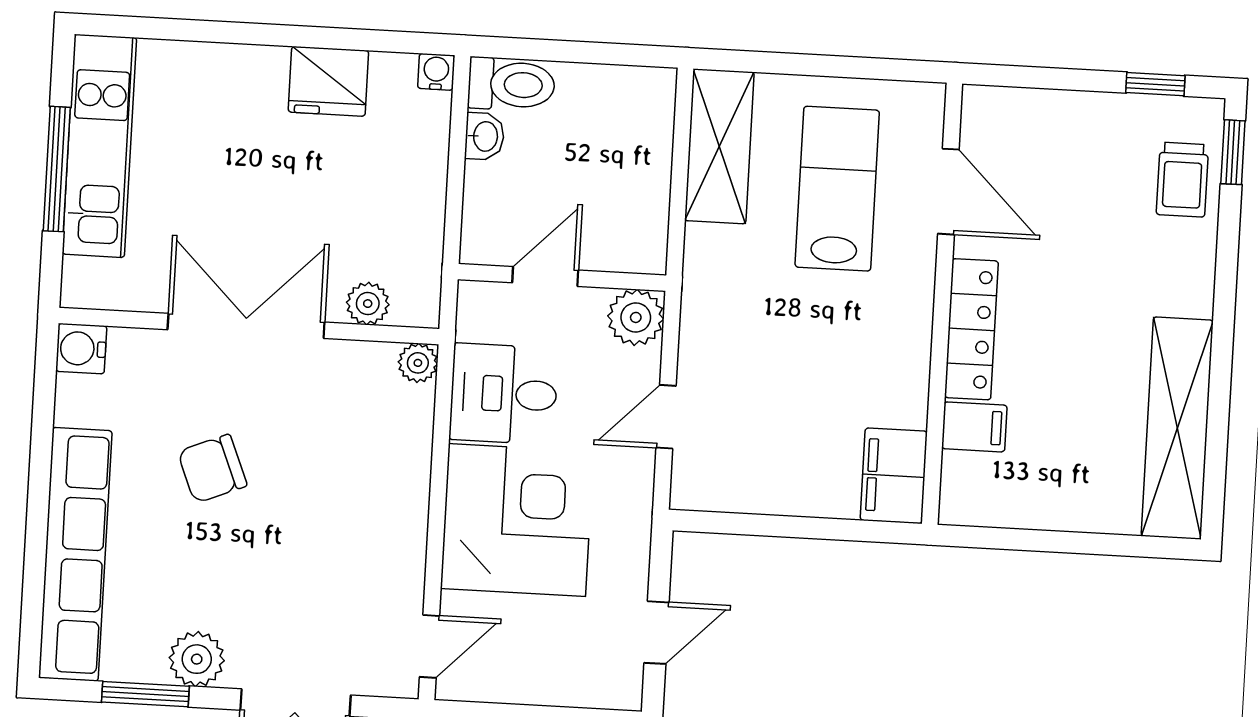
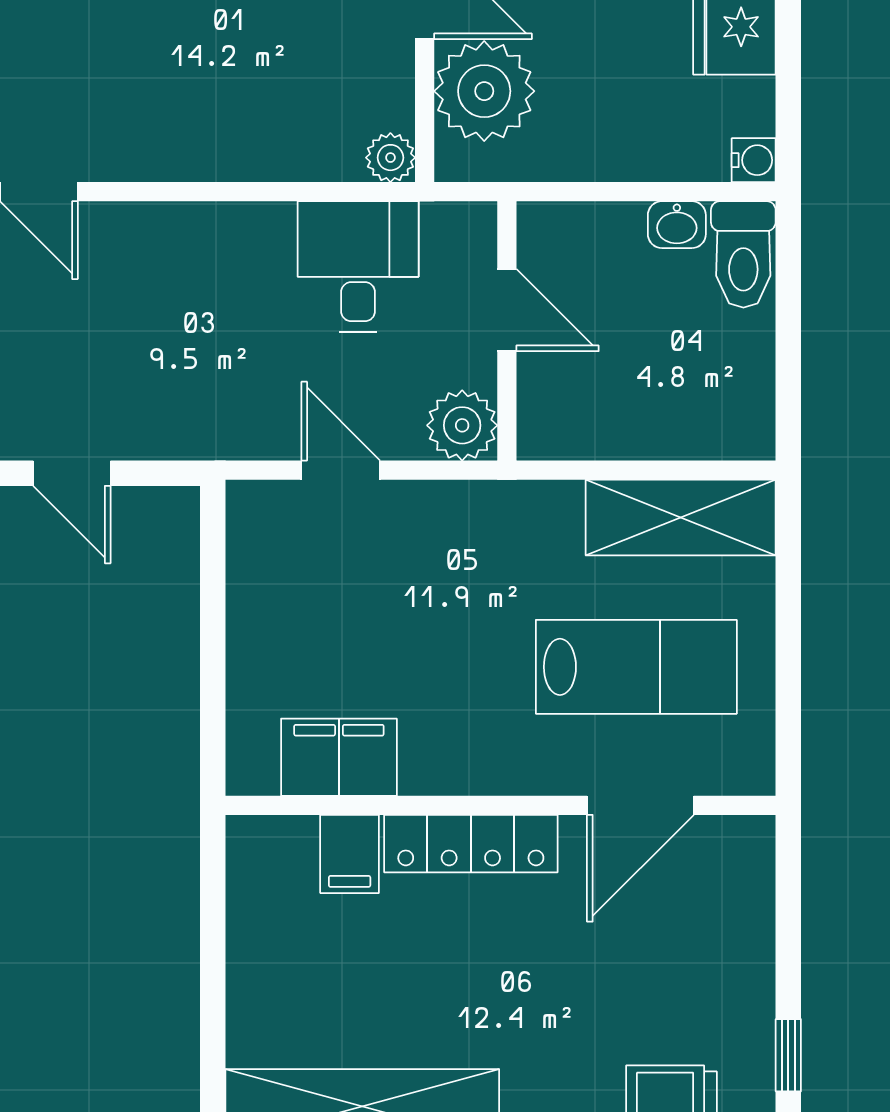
plant: (368, 304) -> (484, 91), width x1.87, depth x1.87
filing cabinet: (894, 476) -> (339, 757), moved
corner desk: (517, 520) -> (202, 292), removed

